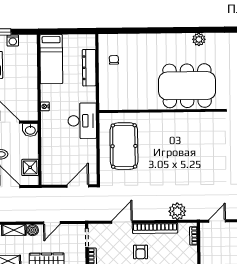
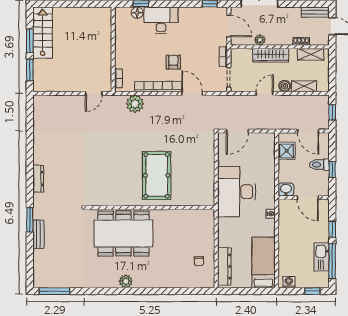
plant: (199, 39) -> (126, 281), moved
washing machine: (13, 41) -> (289, 282), moved
dresser: (89, 68) -> (224, 266), moved
desk: (82, 121) -> (237, 192), width x1.36, depth x1.30
pool table: (124, 146) -> (157, 175), moved
door: (122, 222) -> (192, 93), swing flipped

